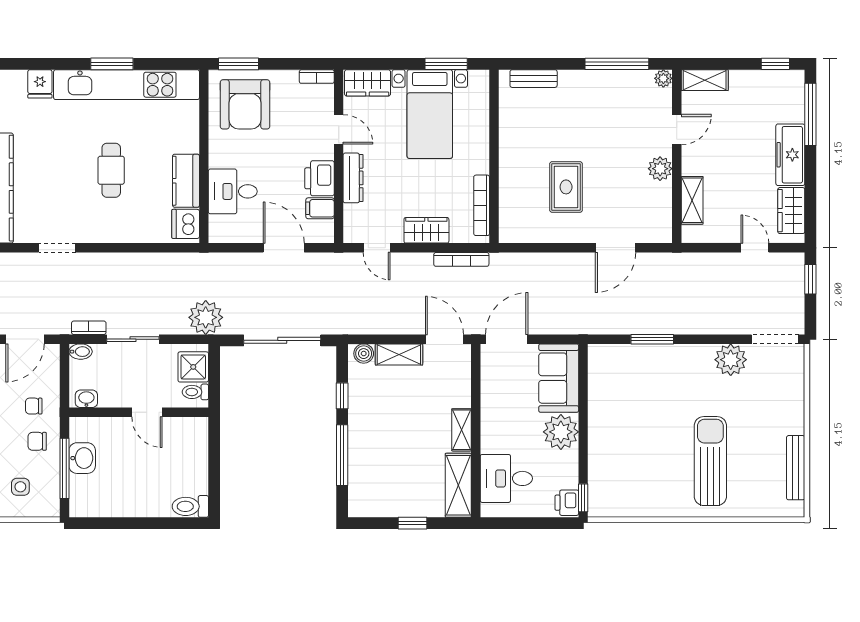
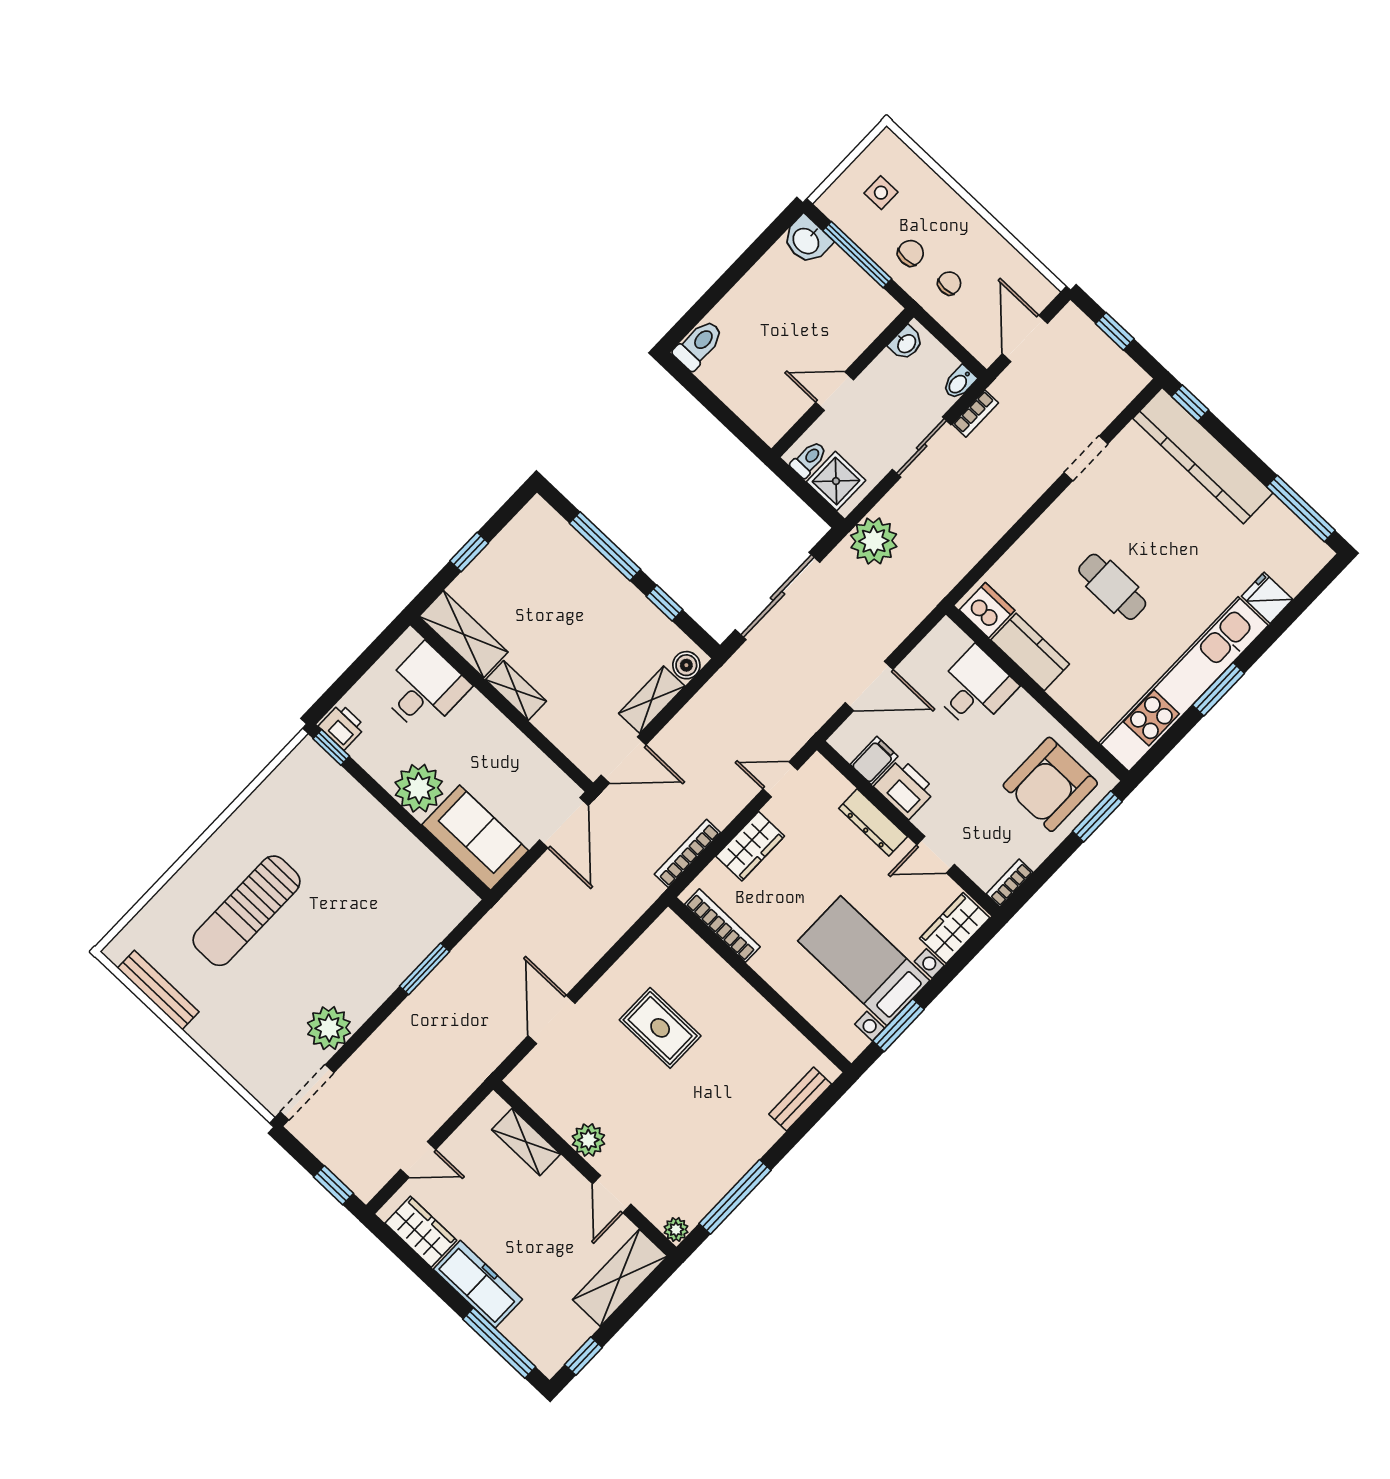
shelving: (705, 80) -> (620, 1278), width x1.50, depth x1.33
armchair: (245, 104) -> (1050, 784), turned -90
washbasin: (82, 458) -> (807, 240), moved
sun lounger: (710, 461) -> (247, 911), turned 90

